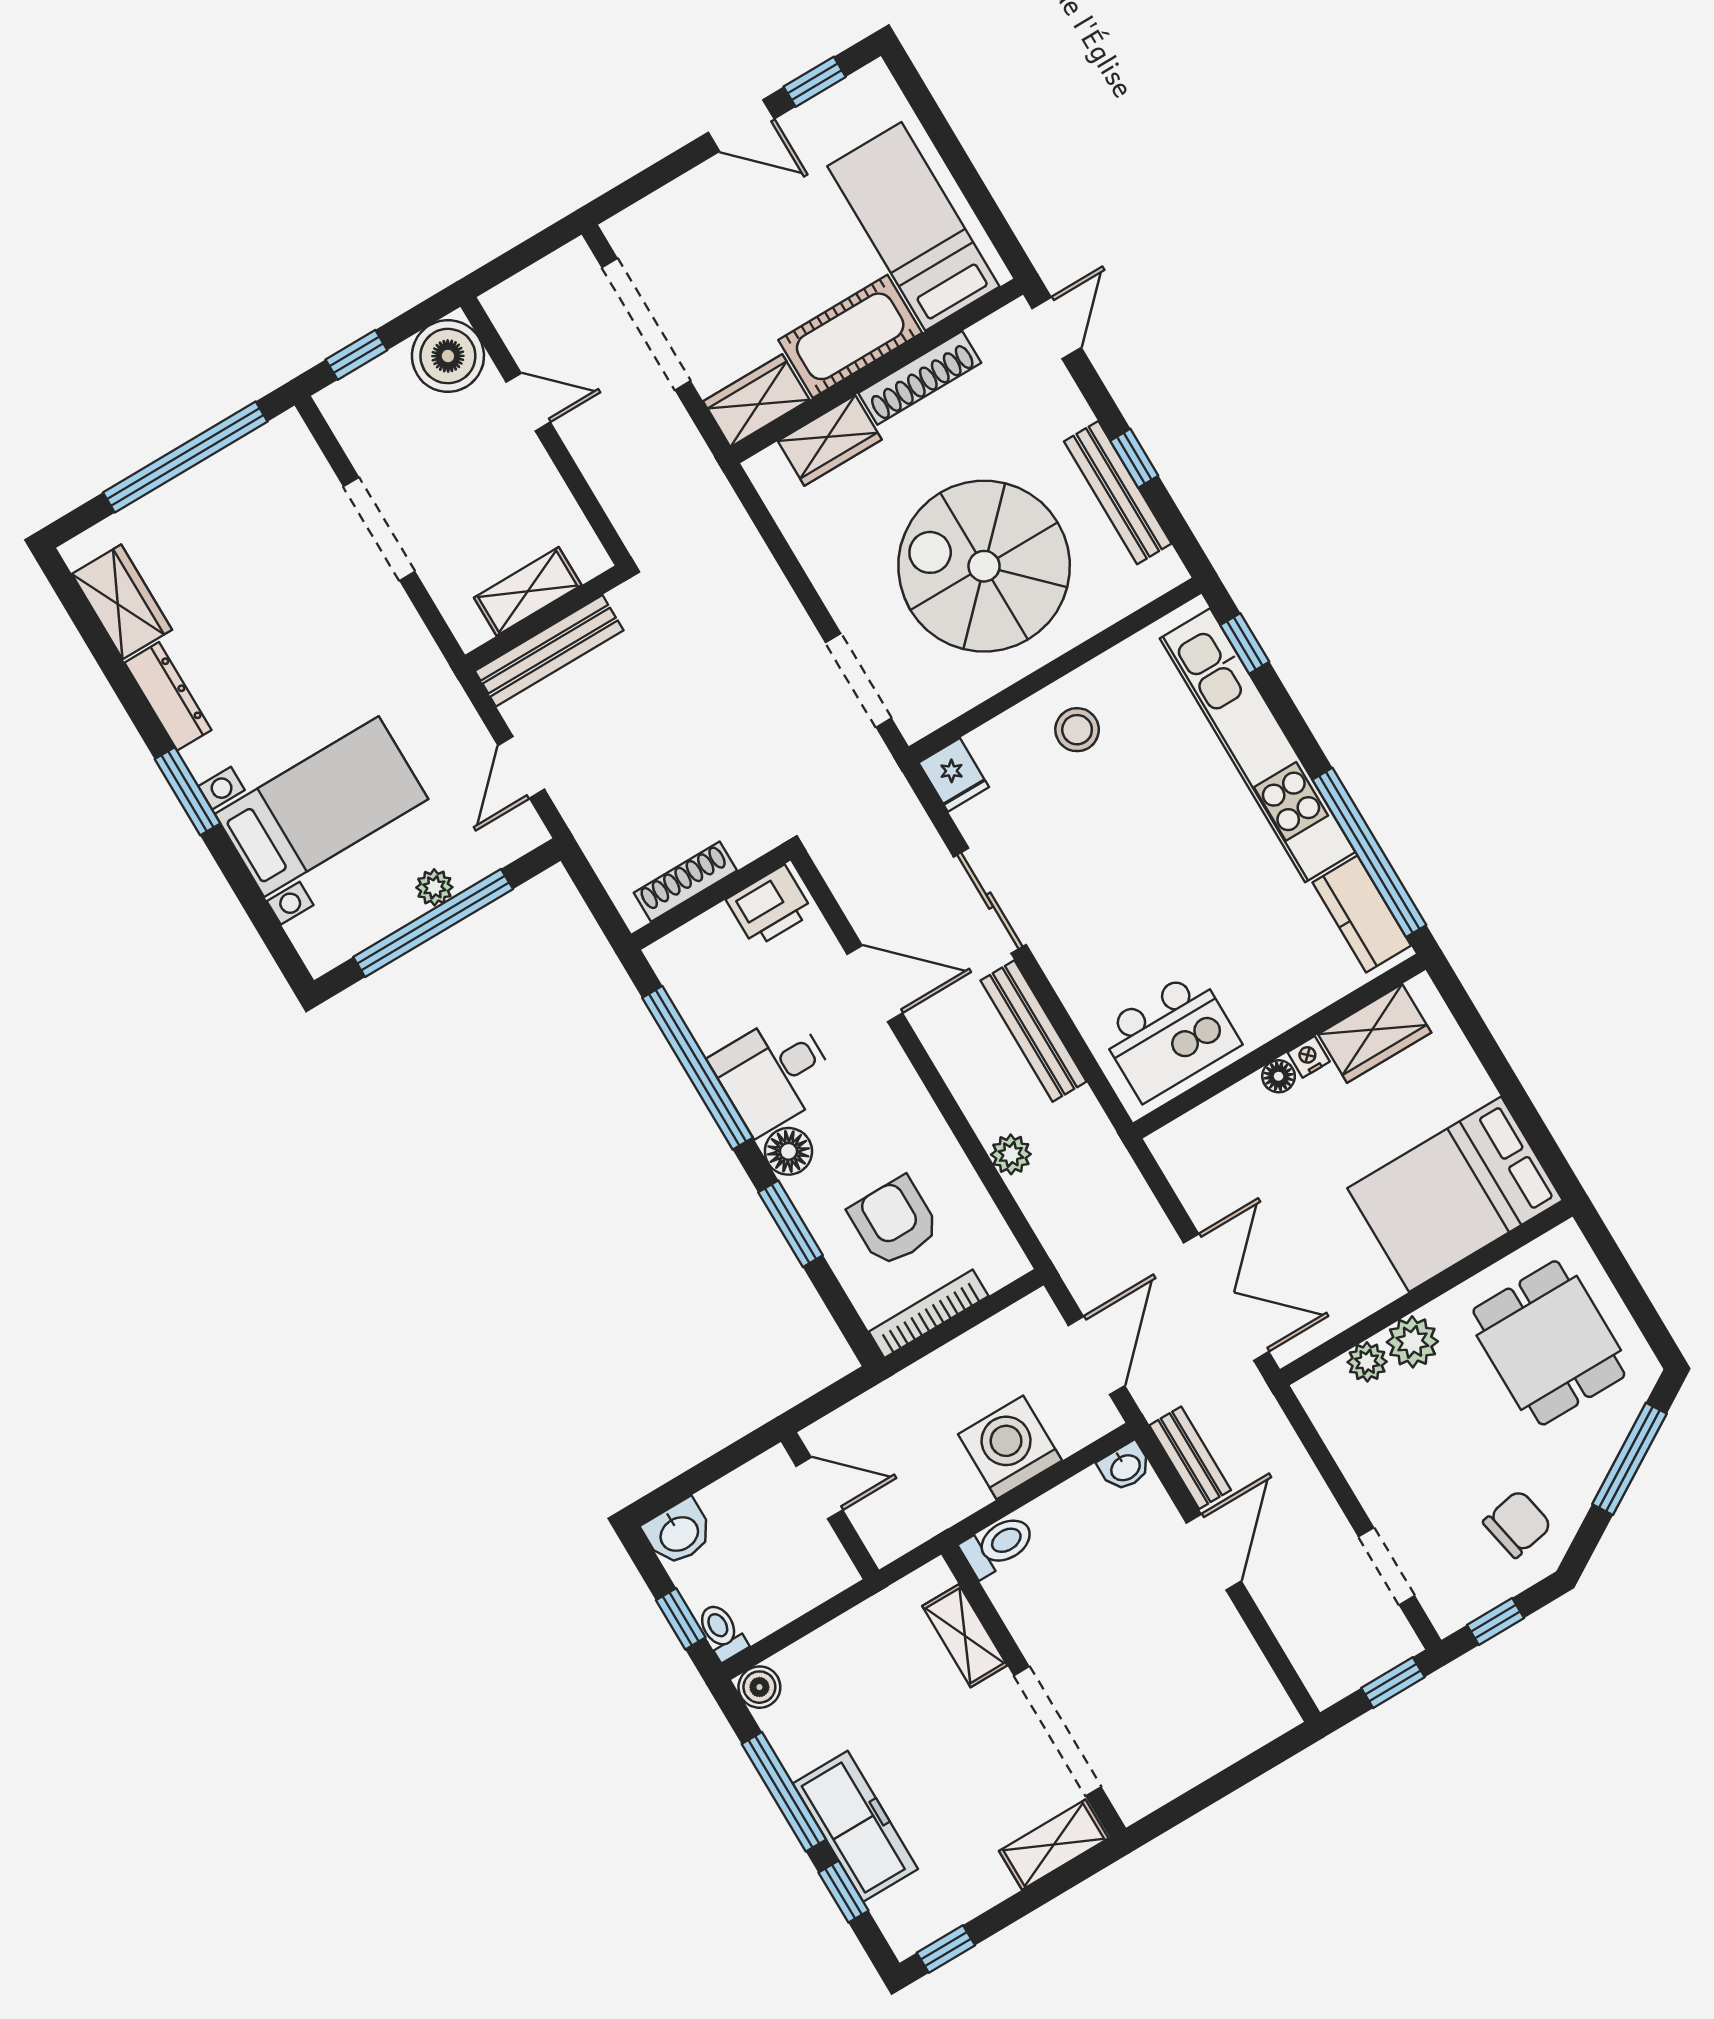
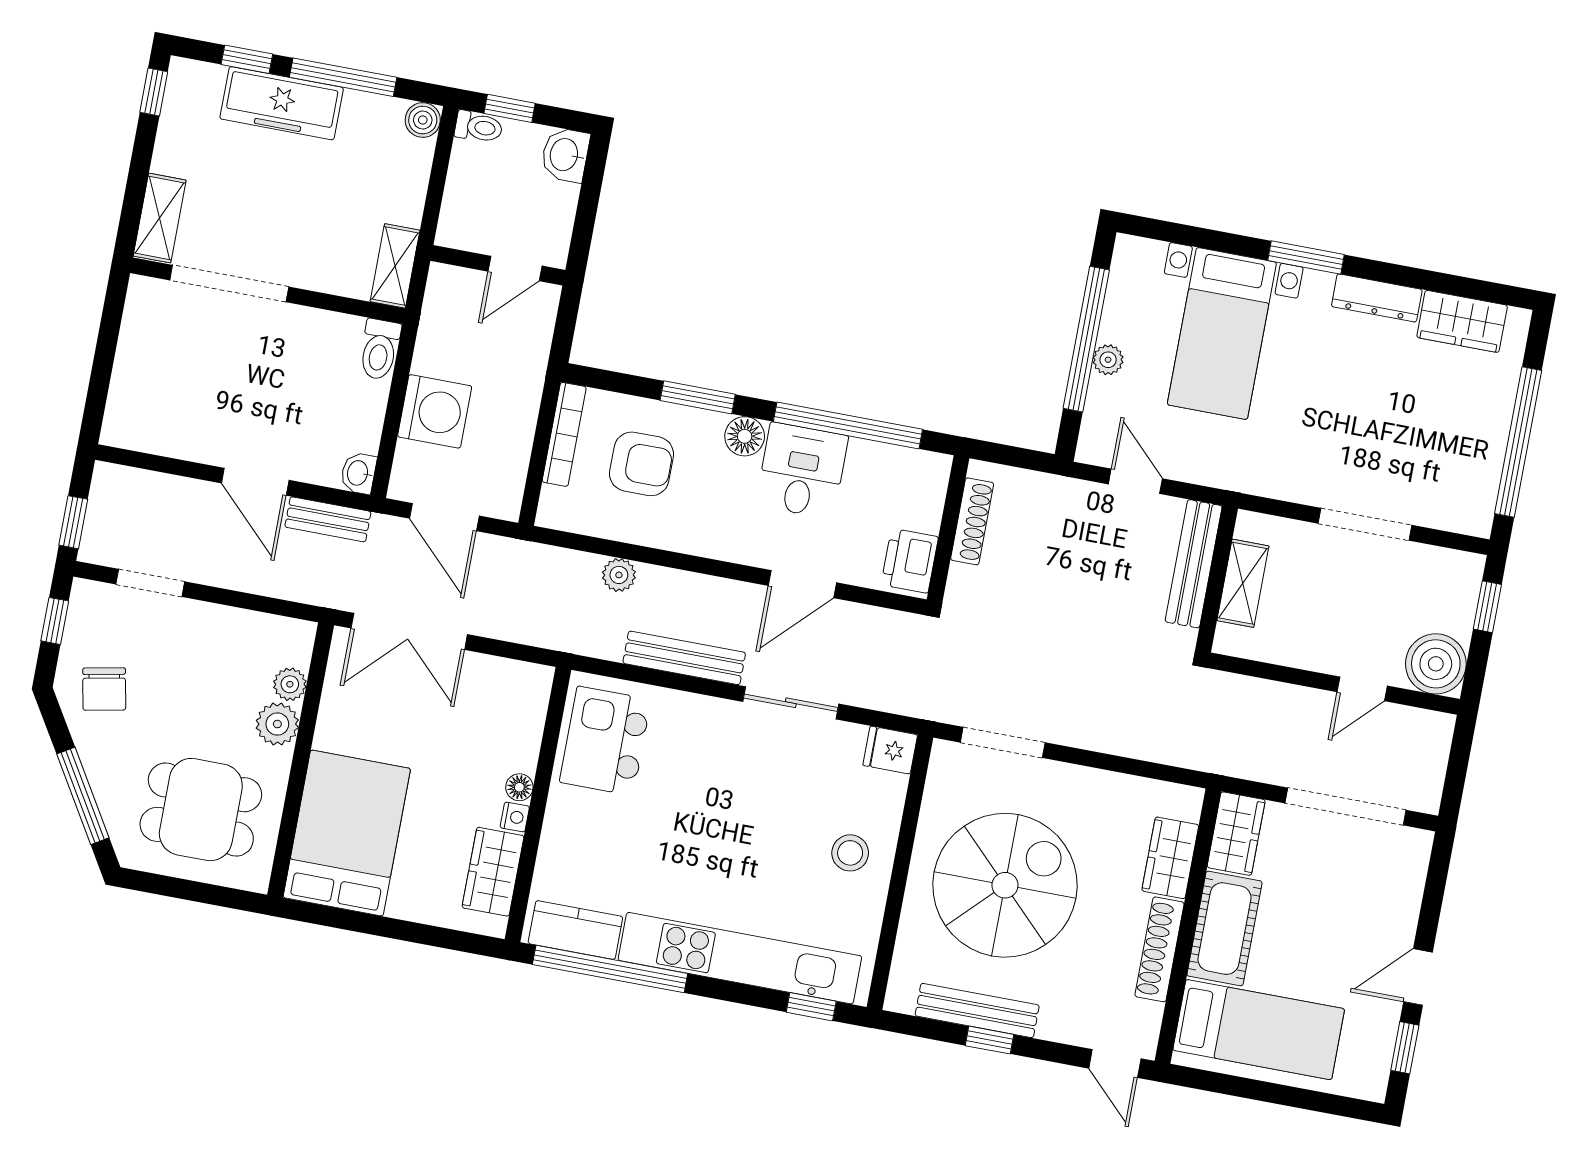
shelving: (965, 1636) -> (395, 266), moved, turned 90

